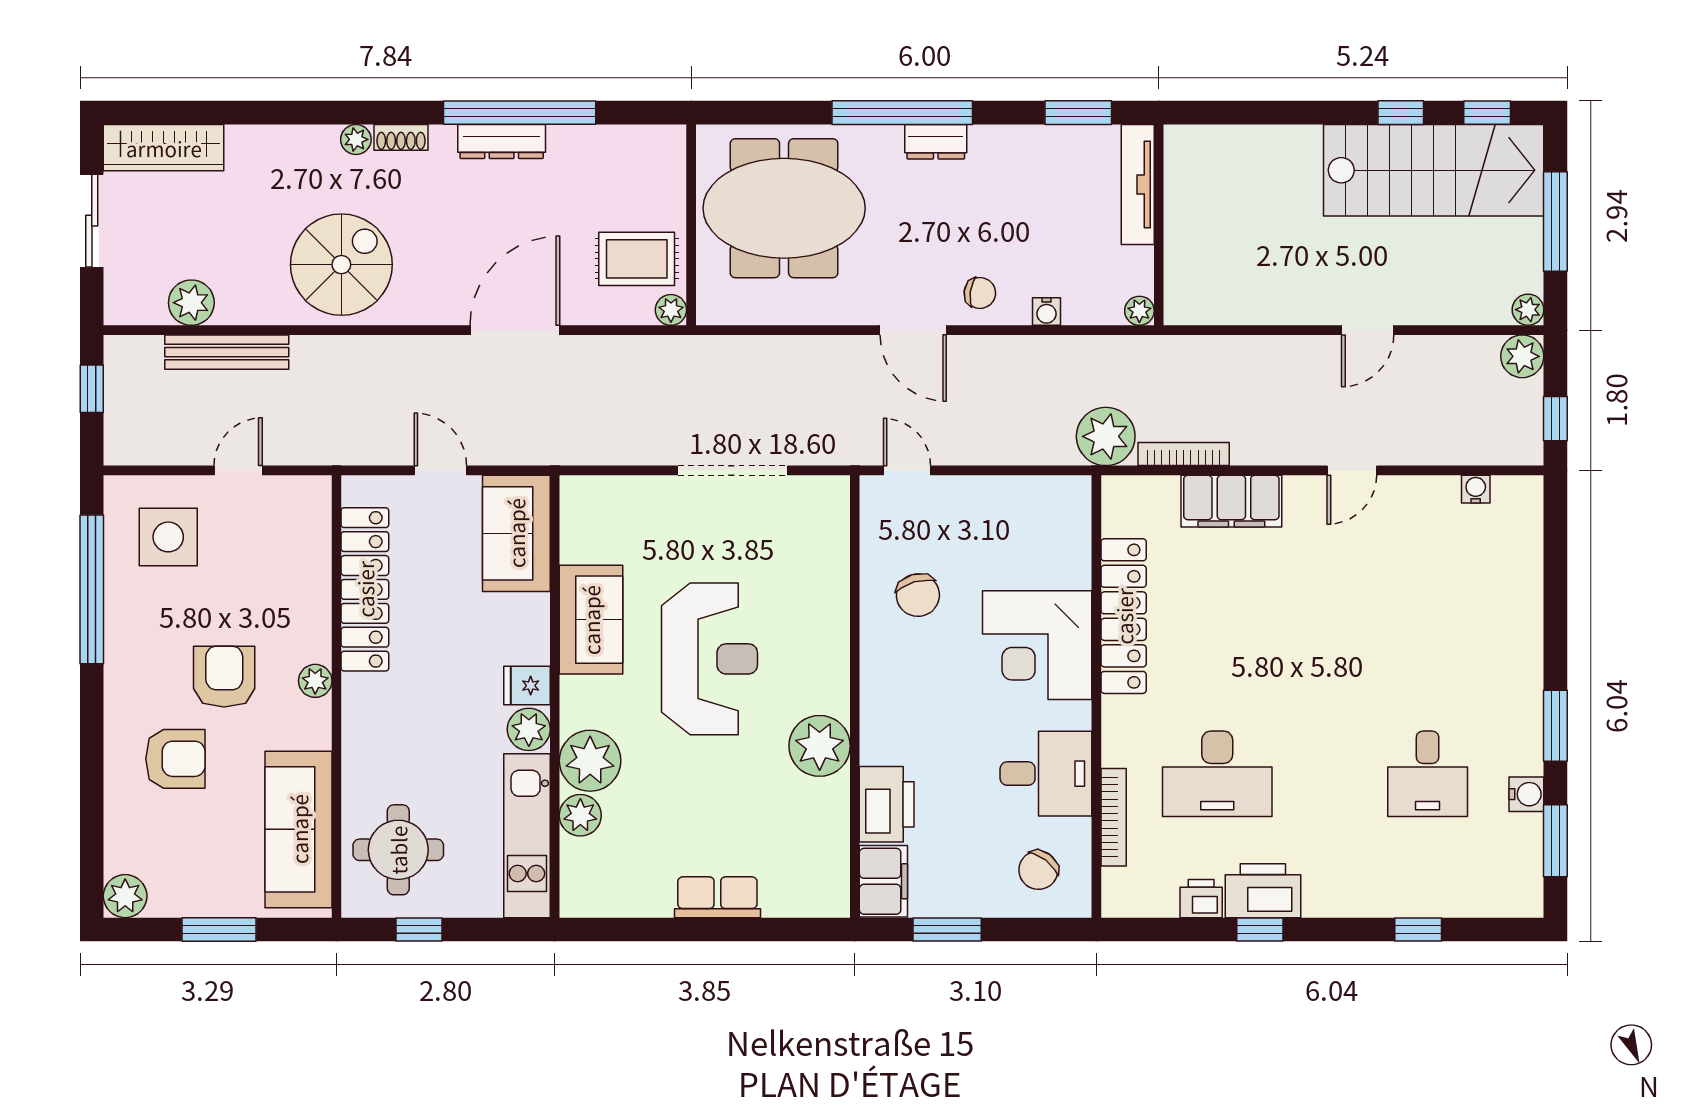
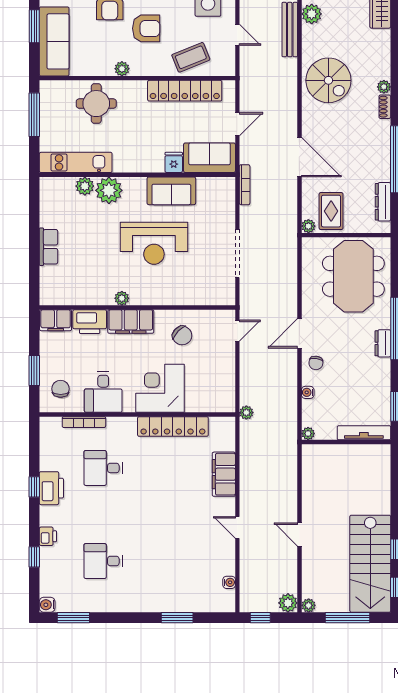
dresser: (502, 141) -> (383, 202), moved
plant: (1106, 436) -> (246, 413), width x0.53, depth x0.53
bookcase: (1184, 454) -> (245, 185), moved
coffee table: (289, 576) -> (191, 57), added
chair: (918, 595) -> (182, 335), turned -121
plant: (315, 681) -> (122, 69), moved
fridge: (527, 686) -> (174, 162), moved
filing cabinet: (886, 711) -> (131, 322), added
window: (1555, 726) -> (177, 618), moved
plant: (529, 729) -> (123, 163), removed
plant: (820, 746) -> (122, 298), width x0.53, depth x0.53
desk: (1217, 774) -> (103, 468), width x0.73
water cooler: (1526, 794) -> (47, 605), moved, turned 90
sofa: (299, 829) -> (54, 41), moved, turned 90
round table: (398, 850) -> (96, 104), moved
chair: (1038, 870) -> (61, 389), turned 52
printer: (1201, 899) -> (48, 536), moved
window: (419, 929) -> (34, 115), width x2.17
window: (947, 929) -> (34, 371), moved

